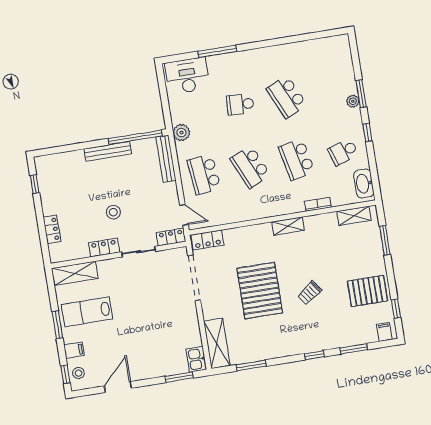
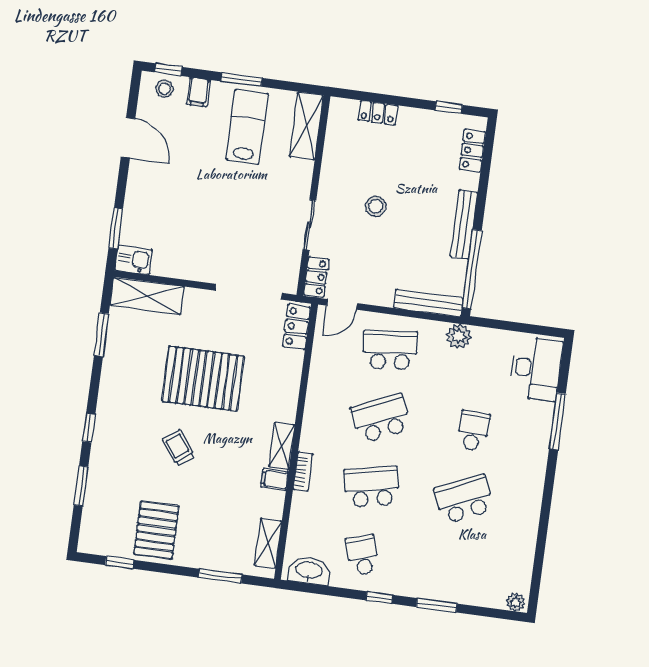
plant: (353, 101) -> (516, 602), moved
bookcase: (318, 204) -> (303, 472), moved
locker: (104, 248) -> (472, 151), moved, turned 180
filing cabinet: (384, 332) -> (275, 479), moved, turned 180

